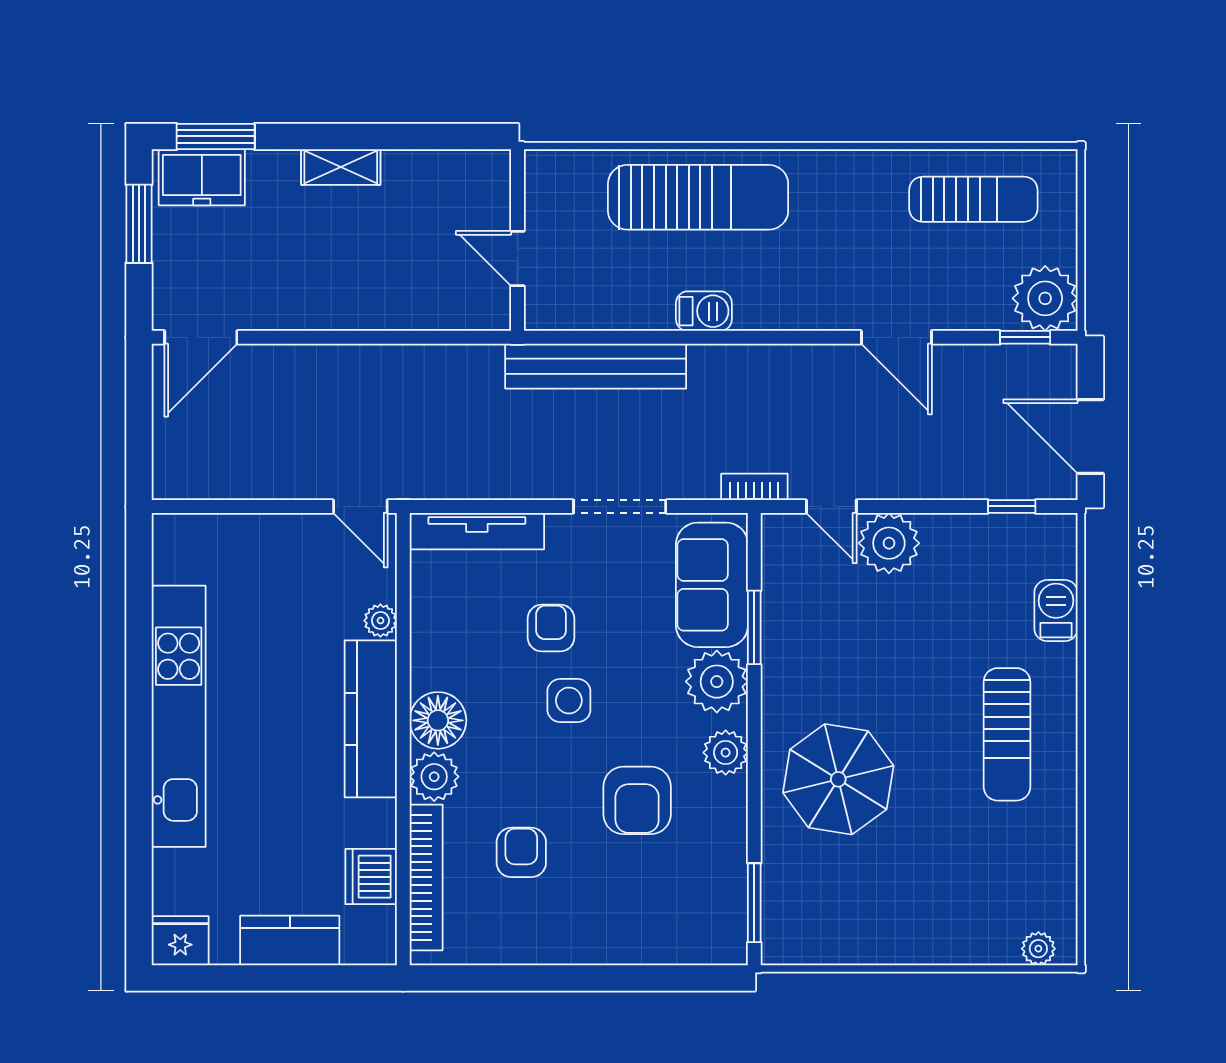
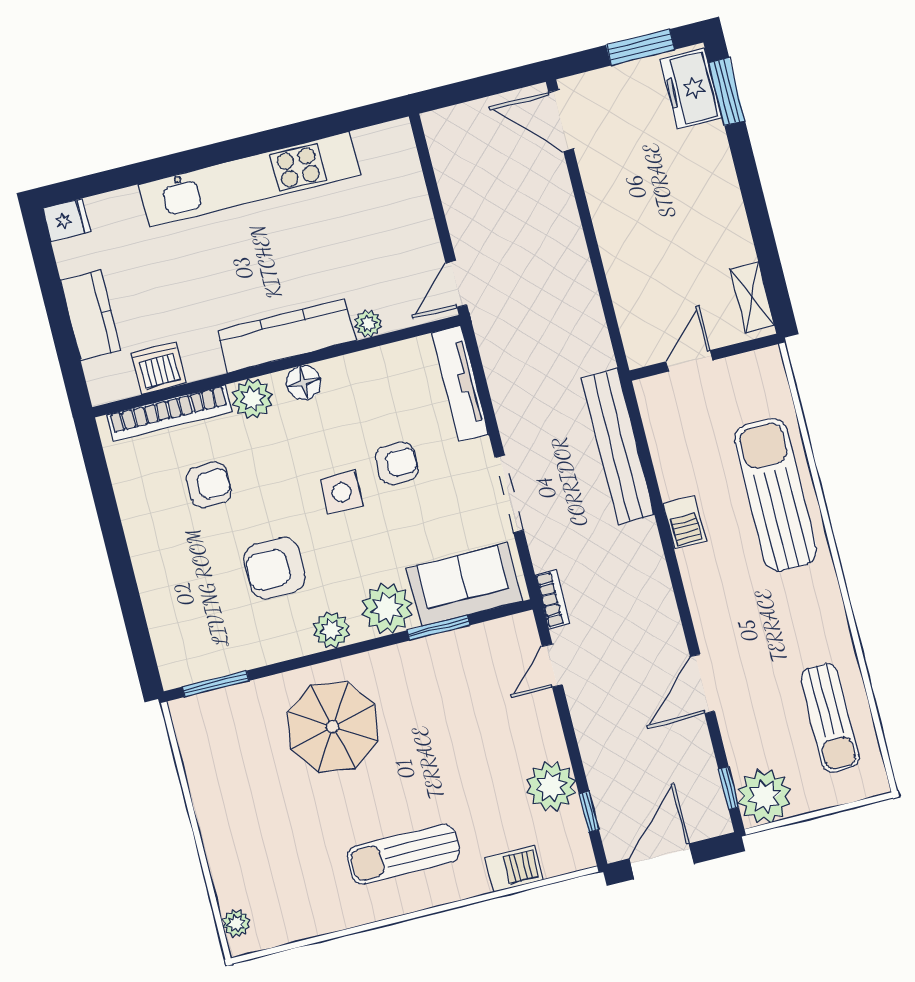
shelving: (341, 167) -> (752, 297), moved
sun lounger: (698, 197) -> (776, 495), turned 180
plant: (889, 543) -> (551, 786), moved
floor lamp: (438, 720) -> (304, 383), width x0.73, depth x0.73
fridge: (180, 941) -> (66, 220), width x0.72

